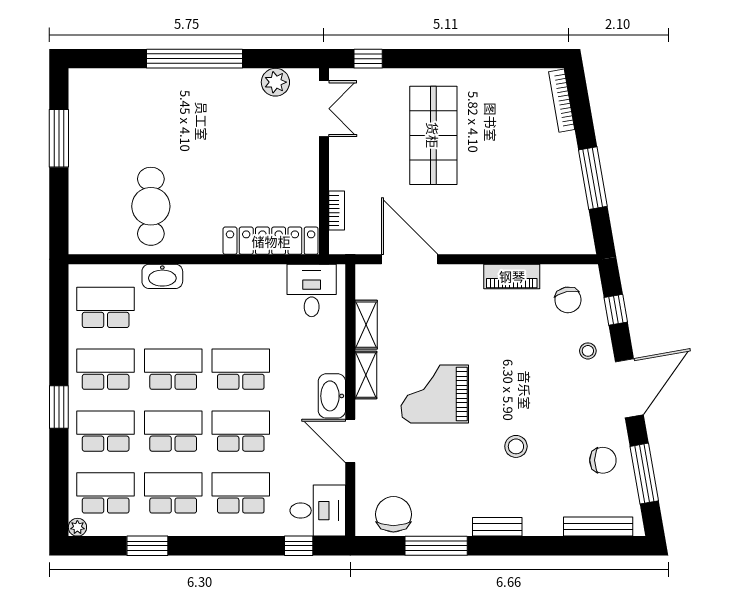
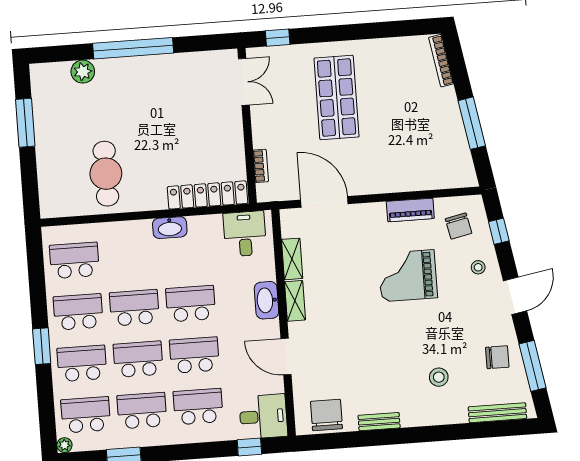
plant: (275, 82) -> (83, 72), moved
washbasin: (162, 276) -> (170, 228), moved
door: (629, 388) -> (515, 296), width x0.73
grand piano: (435, 394) -> (408, 276), moved
washbasin: (332, 396) -> (267, 300), moved
stool: (516, 446) -> (439, 377), moved
bench: (497, 527) -> (379, 422), moved
window: (436, 546) -> (364, 439), removed

